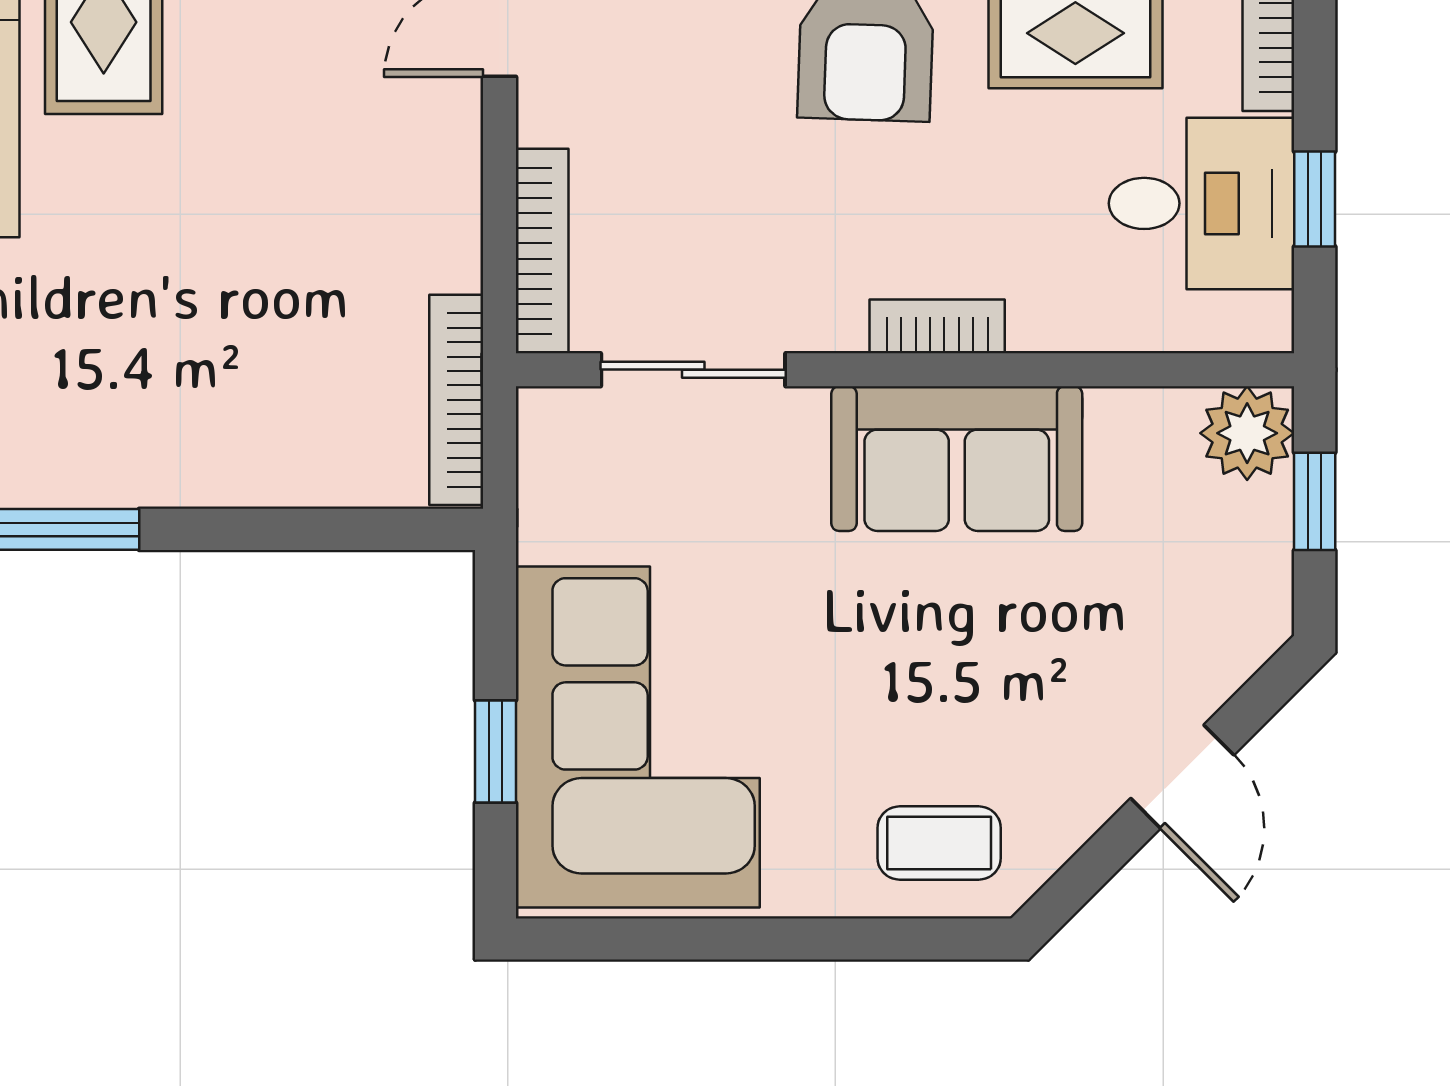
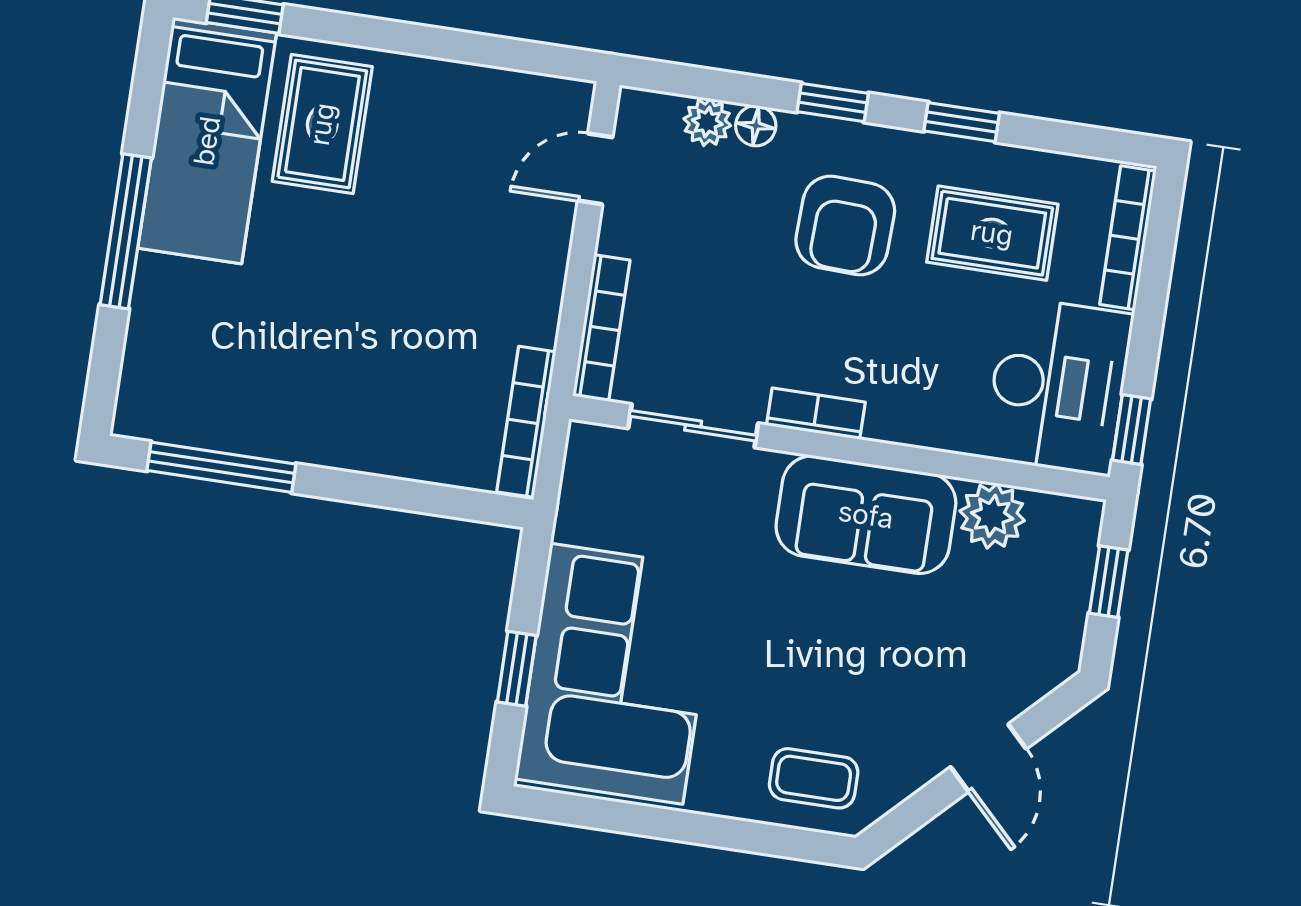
window: (1315, 199) -> (1132, 430), moved
desk: (1202, 203) -> (1058, 386), width x1.37
bookcase: (937, 326) -> (816, 414), moved
plant: (1247, 433) -> (992, 516), moved

